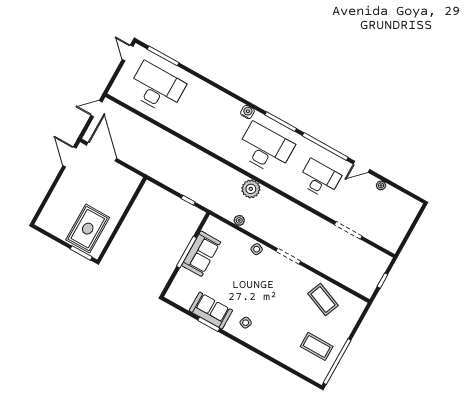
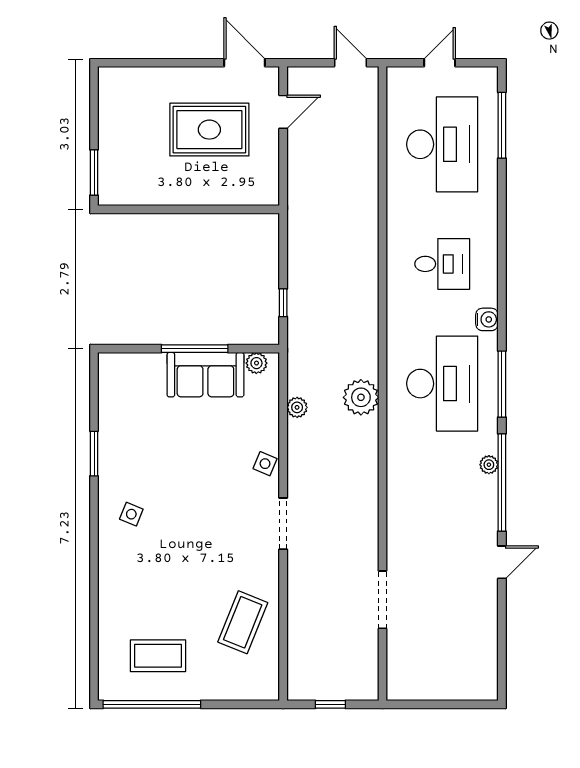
door: (128, 53) -> (440, 63), moved
door: (102, 152) -> (283, 112), width x0.53
door: (70, 157) -> (244, 63), hinge flipped
door: (361, 167) -> (502, 562), swing flipped
desk: (319, 179) -> (442, 264), moved, width x0.73
plant: (381, 185) -> (489, 465), moved
plant: (209, 228) -> (256, 363), added
rug: (88, 229) -> (209, 130), moved
sofa: (211, 311) -> (119, 444), removed
coffee table: (317, 346) -> (158, 656), turned 90

